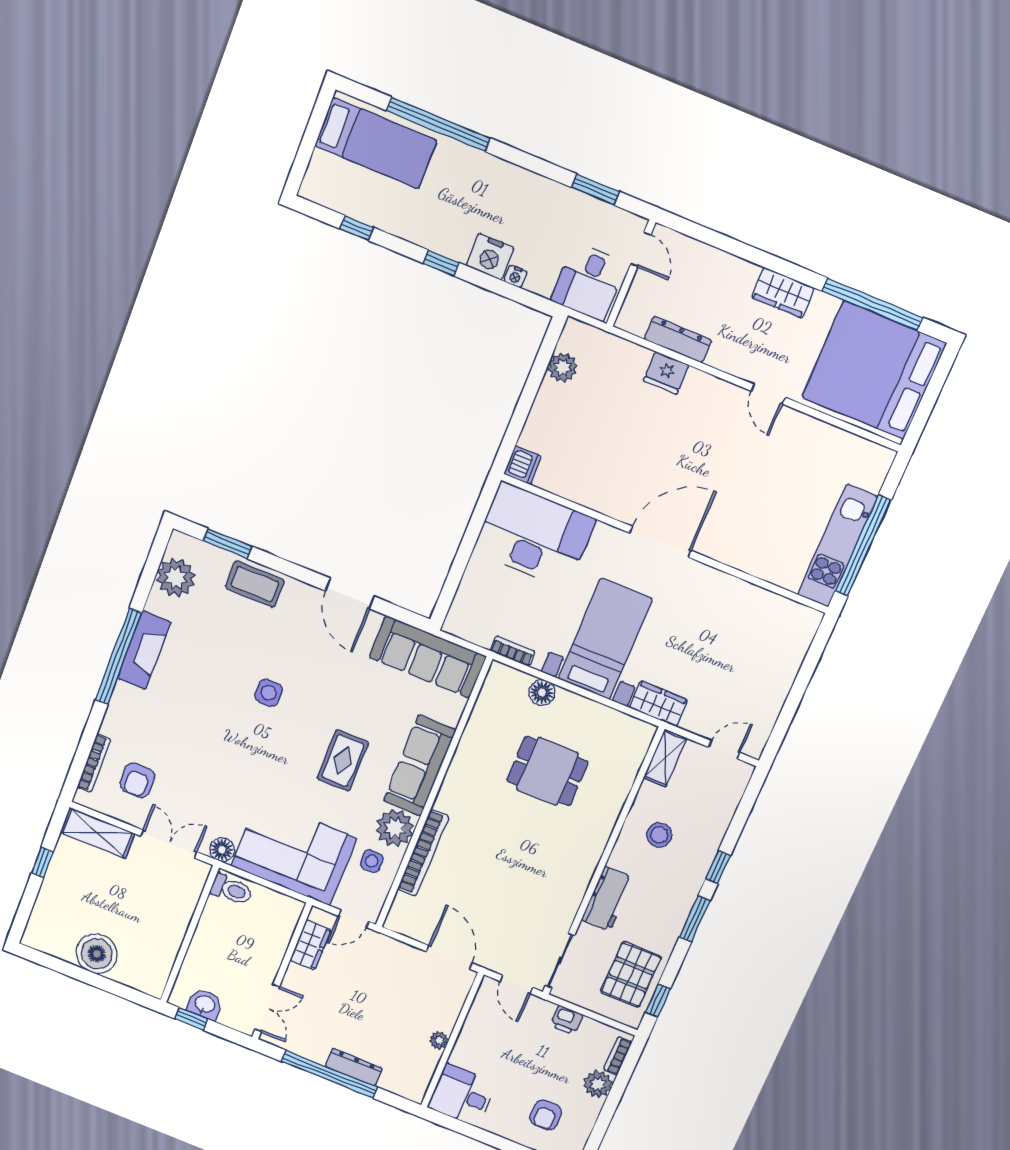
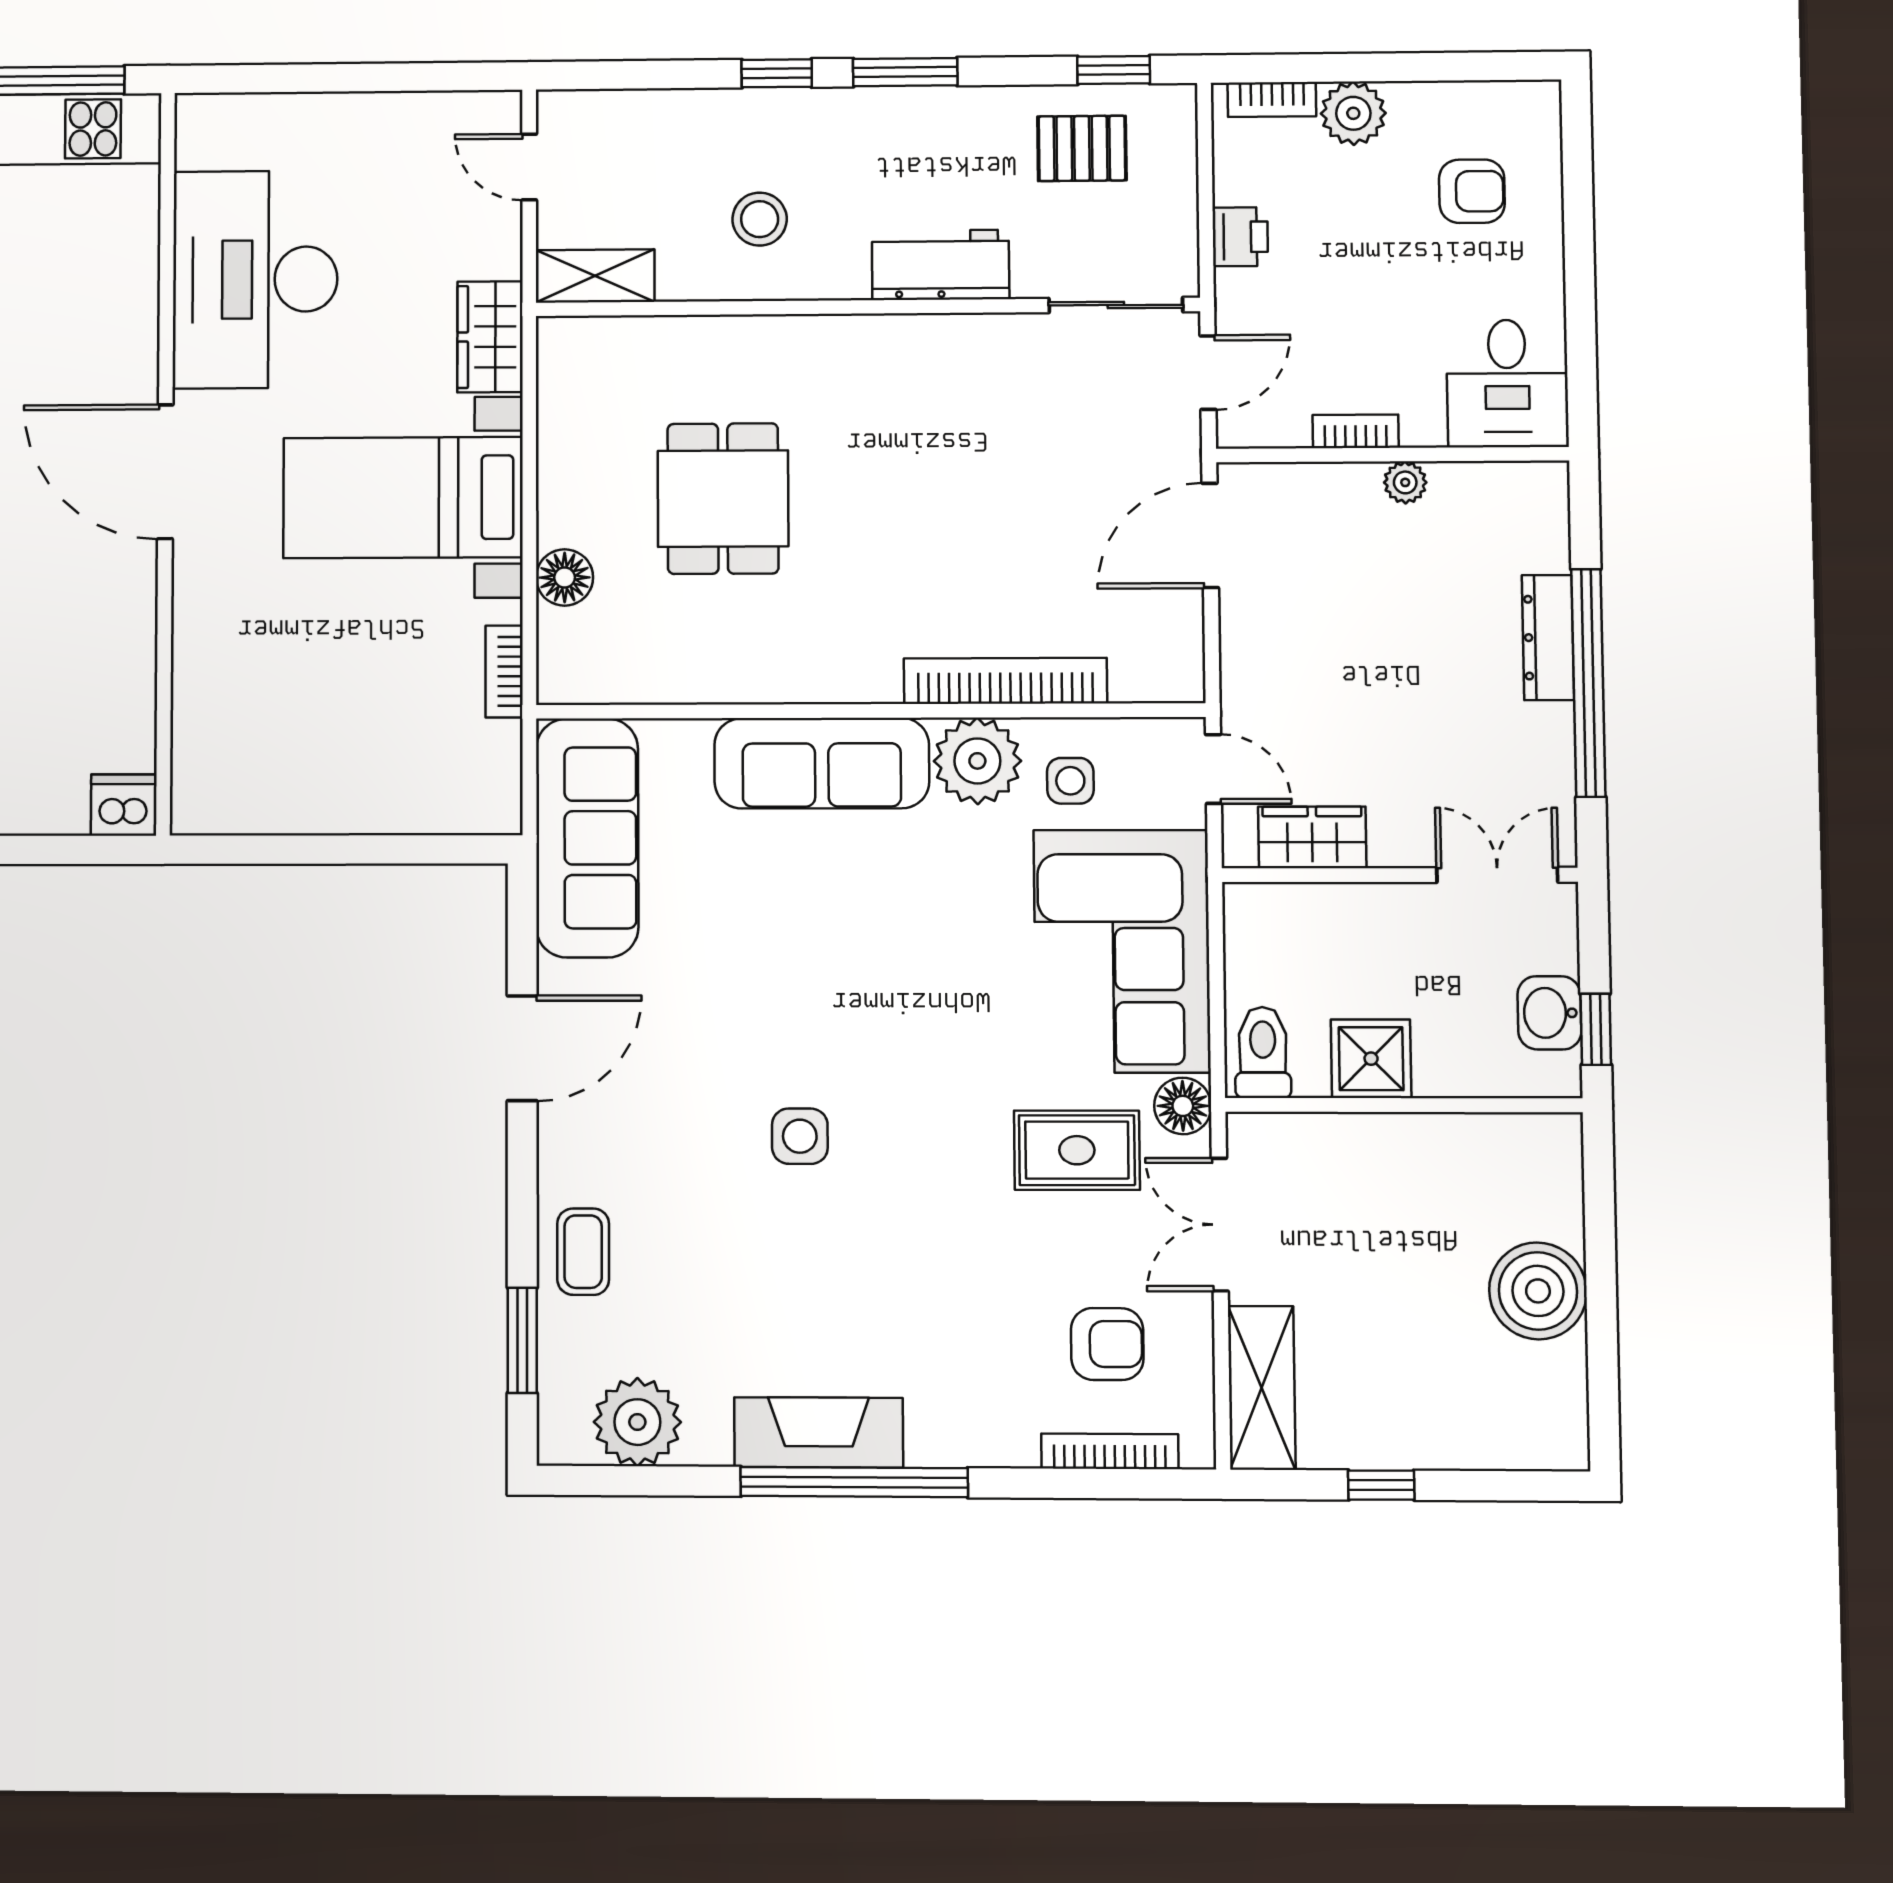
desk: (534, 535) -> (255, 279), moved
coffee table: (255, 584) -> (583, 1252), width x0.73, depth x0.77
rug: (343, 761) -> (1077, 1150), moved
shower: (213, 930) -> (1371, 1059), added
pallet: (631, 975) -> (1082, 148), width x0.67, depth x0.71
bookcase: (468, 1030) -> (1356, 431), added

